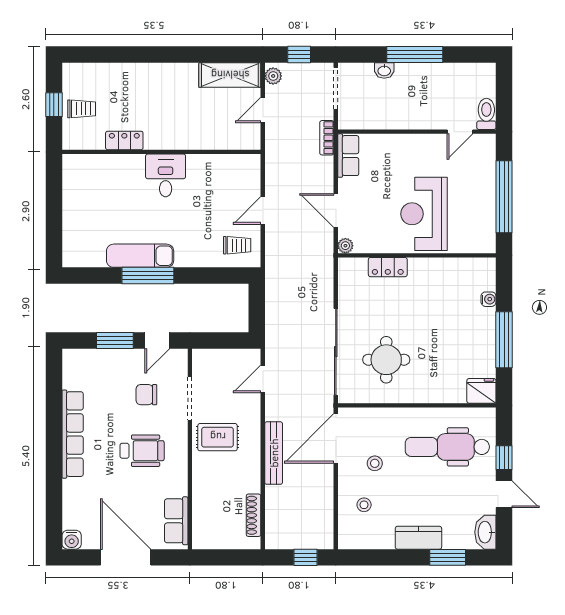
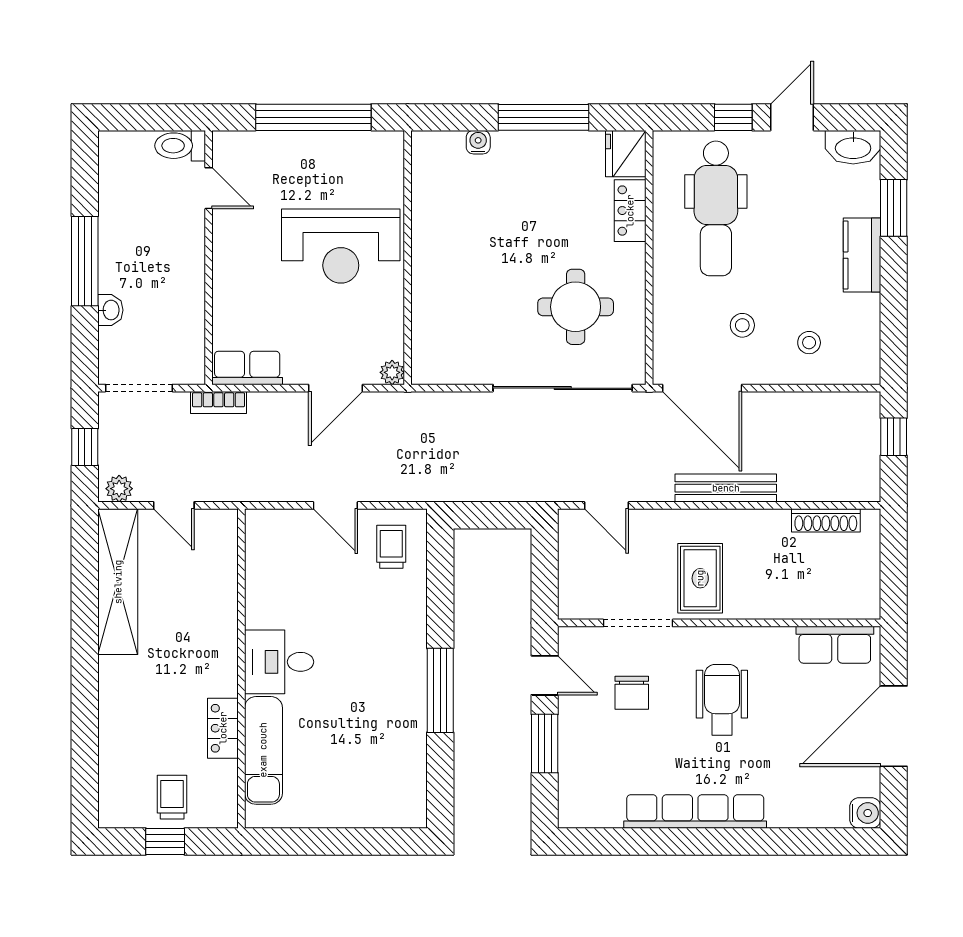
shelving: (230, 75) -> (118, 582), width x1.47
exam couch: (140, 256) -> (263, 750), moved, turned 180
locker: (388, 267) -> (630, 211), moved, turned 180

